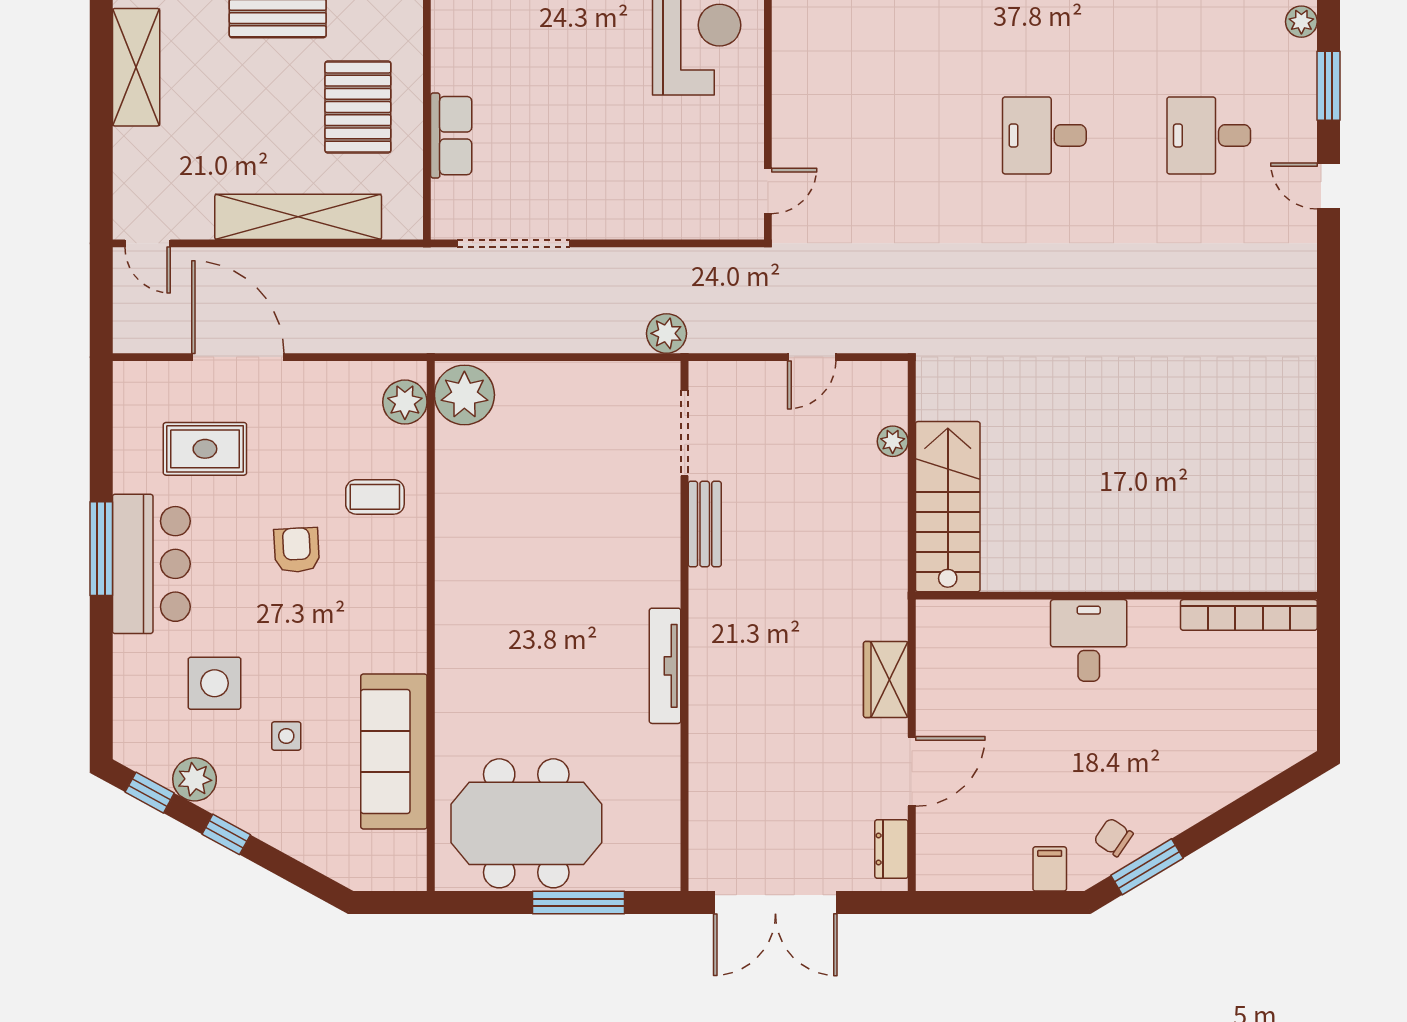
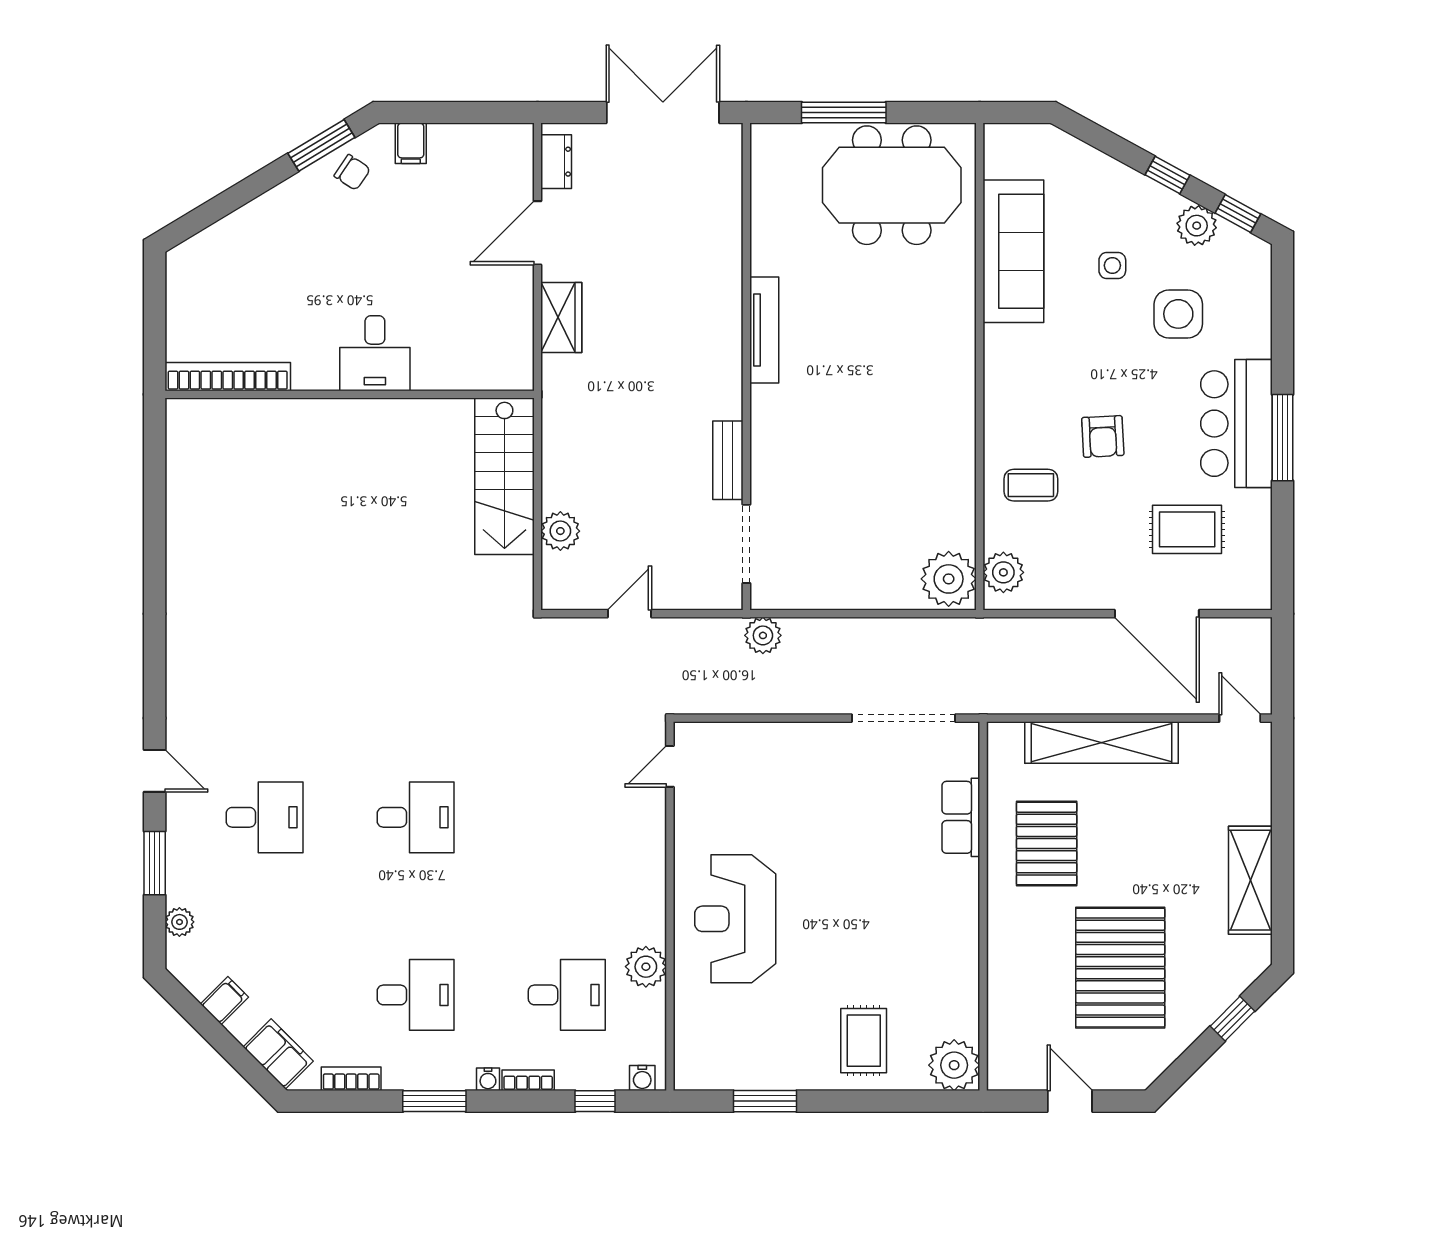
plant: (893, 441) -> (560, 531), width x1.38, depth x1.38

